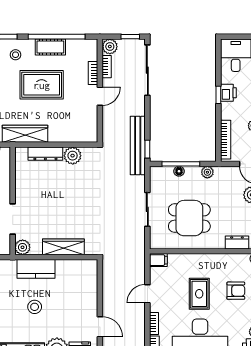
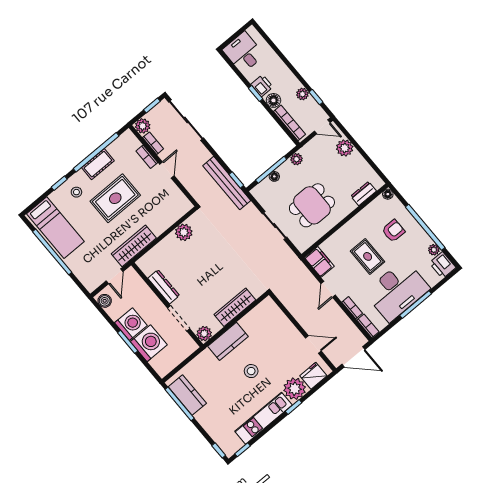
floor lamp: (228, 112) -> (273, 100), added
dresser: (45, 154) -> (164, 287), moved, turned -90
filing cabinet: (158, 260) -> (319, 262), width x2.00

